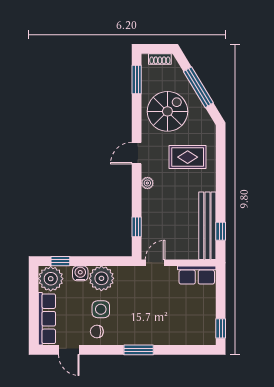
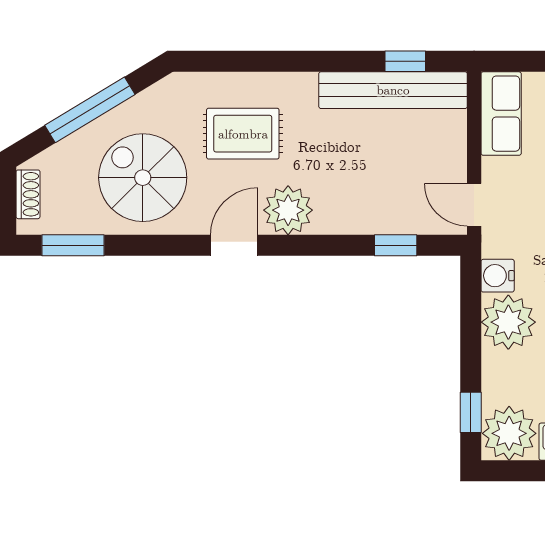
door: (137, 153) -> (234, 245), swing flipped
rug: (188, 157) -> (243, 134), turned 90
plant: (147, 183) -> (288, 210), width x1.87, depth x1.87
water cooler: (80, 273) -> (498, 276), moved

